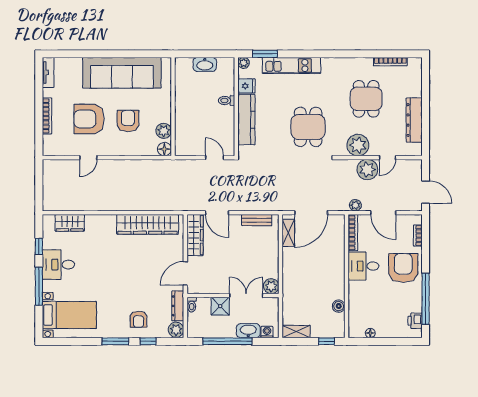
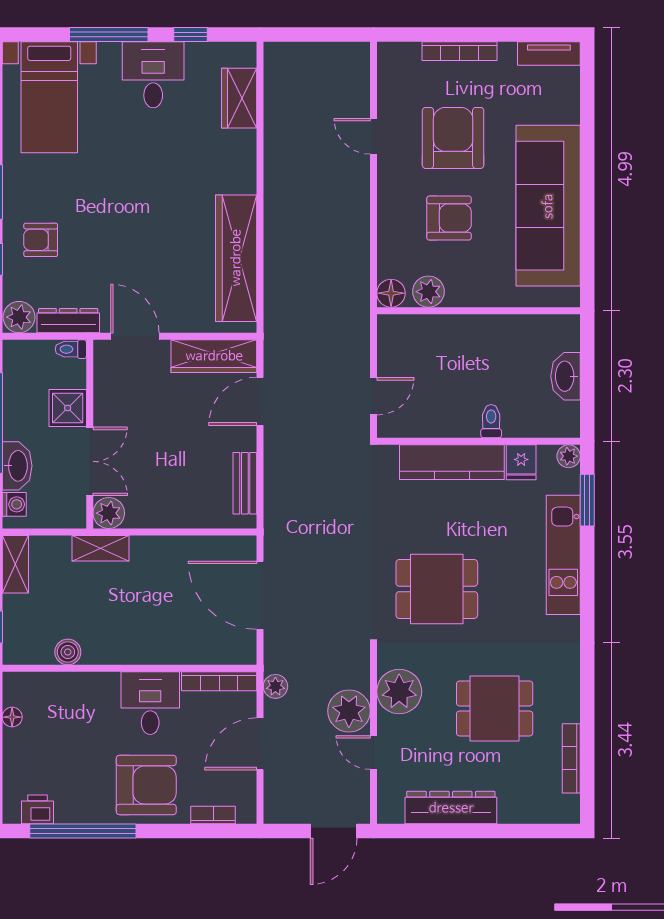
door: (426, 192) -> (334, 831), moved
shelving: (288, 233) -> (100, 548), moved

